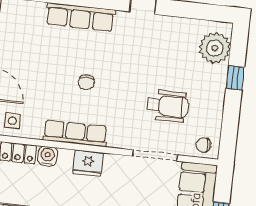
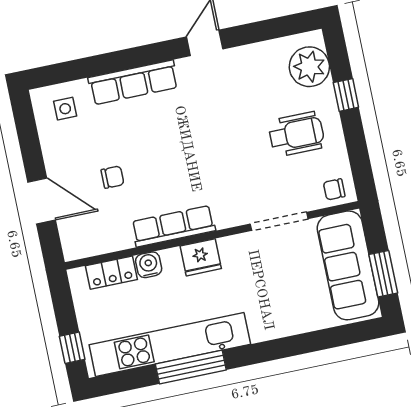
chair: (86, 82) -> (112, 177), moved, turned -90
wheelchair: (168, 106) -> (296, 134), moved
side table: (12, 121) -> (65, 109), moved

